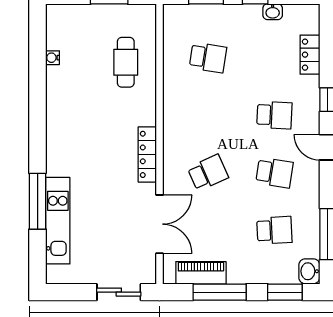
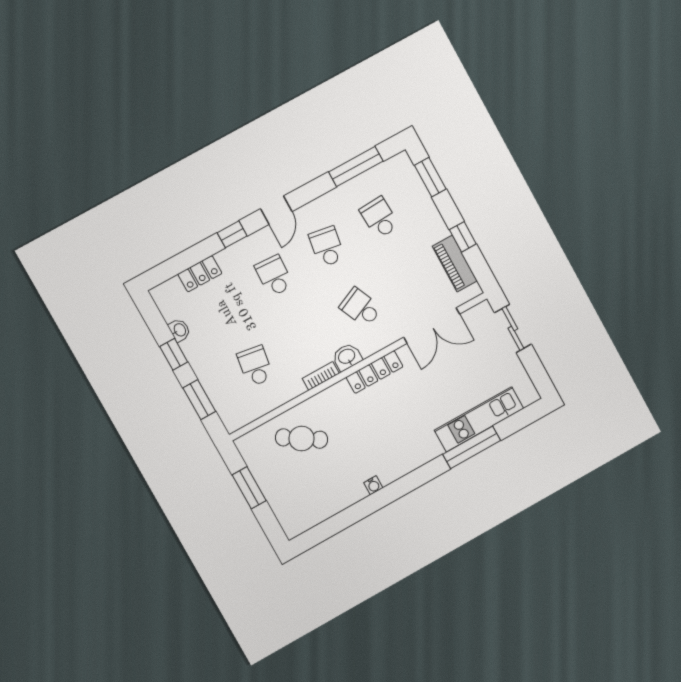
water cooler: (53, 58) -> (373, 485), moved
cafe table: (126, 62) -> (302, 439), turned 33
bookcase: (169, 107) -> (321, 376), added
double door: (160, 224) -> (432, 326), swing flipped
washbasin: (309, 271) -> (347, 357), moved, turned 180
window: (220, 292) -> (463, 237), width x0.46

